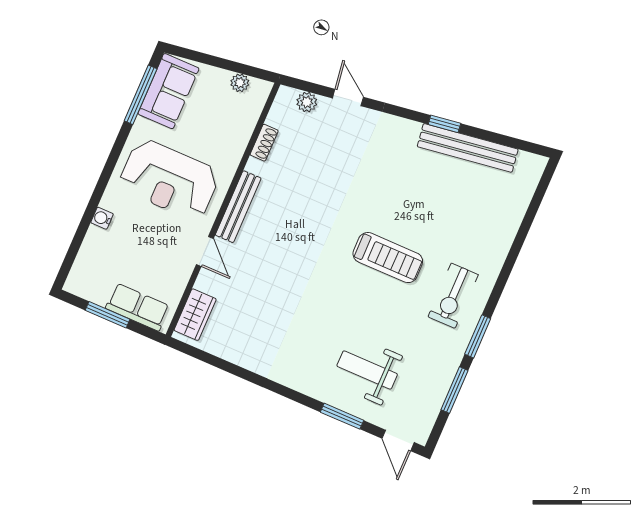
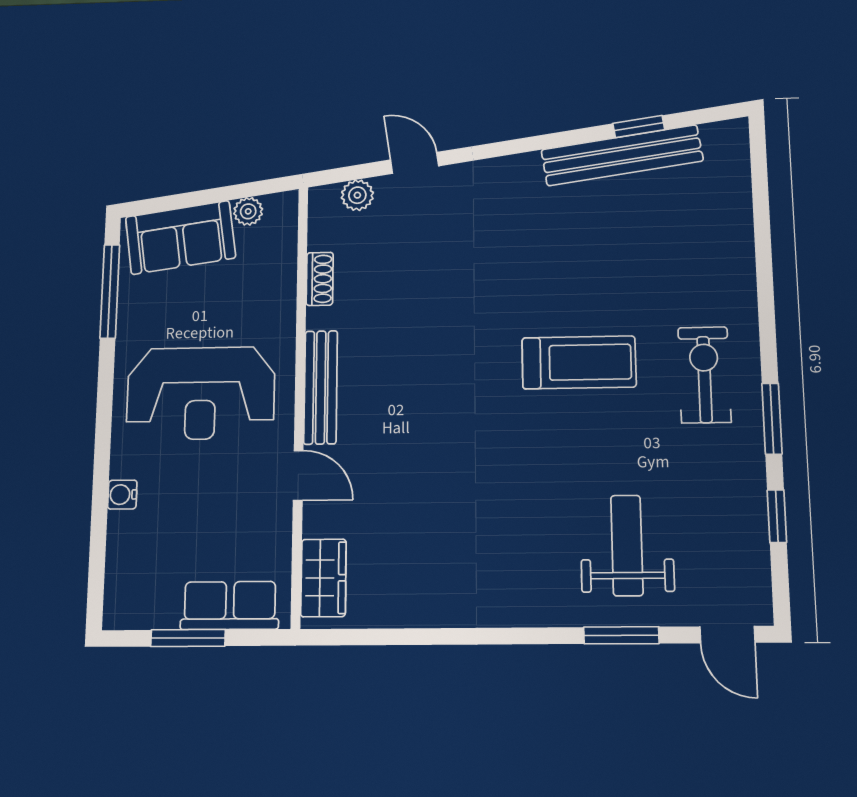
sofa: (168, 91) -> (180, 237), moved, turned 82
window: (444, 124) -> (639, 127), moved
exercise bike: (453, 296) -> (704, 375), turned 180
weight bench: (367, 370) -> (627, 545), turned 90
window: (454, 390) -> (777, 516), width x0.67

